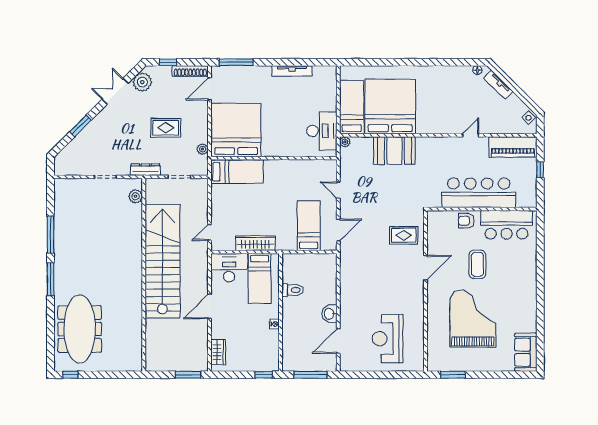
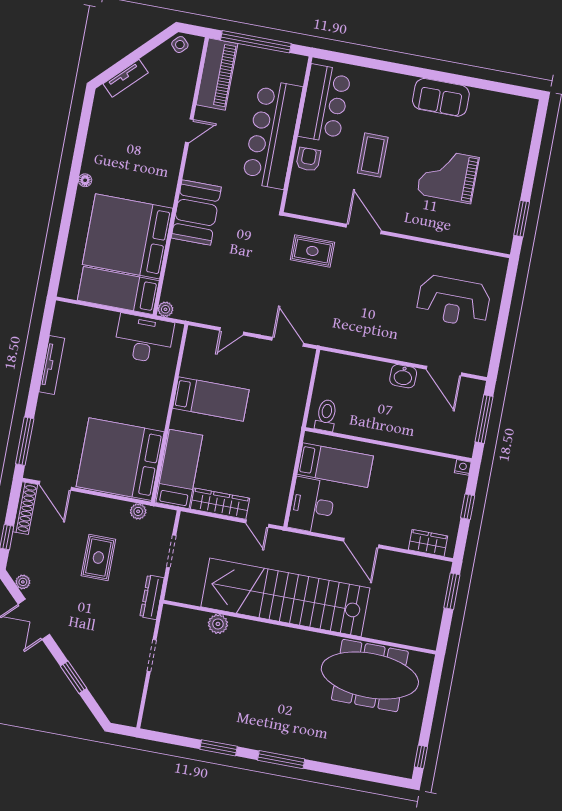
floor lamp: (477, 70) -> (85, 180), moved
plant: (142, 82) -> (23, 582), width x0.53, depth x0.53
door: (471, 135) -> (189, 131), swing flipped
booth: (394, 151) -> (196, 212), moved
window: (540, 170) -> (256, 42), width x3.17
plant: (136, 196) -> (218, 624), moved
armchair: (466, 221) -> (308, 159), turned 180
bed: (309, 226) -> (211, 399), moved, turned 180
window: (51, 235) -> (218, 748), width x0.69
rug: (404, 235) -> (312, 251), turned 90
wardrobe: (255, 243) -> (220, 504), moved, turned 90
coffee table: (477, 264) -> (373, 155), turned 90
toilet: (293, 290) -> (326, 415), moved
grand piano: (473, 319) -> (448, 176), width x0.73, depth x0.68
nightstand: (274, 324) -> (463, 467), moved
meeting table: (80, 329) -> (370, 676), moved
sofa: (526, 352) -> (441, 97), moved
window: (264, 375) -> (468, 507), moved

